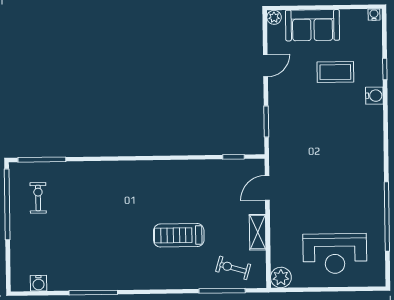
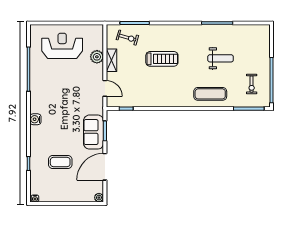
sofa: (312, 25) -> (94, 132), moved, turned -90
door: (265, 66) -> (105, 167), width x1.88
water cooler: (374, 96) -> (35, 119), moved
exercise mat: (103, 182) -> (210, 94), added
door: (267, 188) -> (105, 88), hinge flipped
weight bench: (87, 237) -> (221, 58), added
plant: (281, 277) -> (97, 57), moved
water cooler: (38, 283) -> (252, 29), removed

